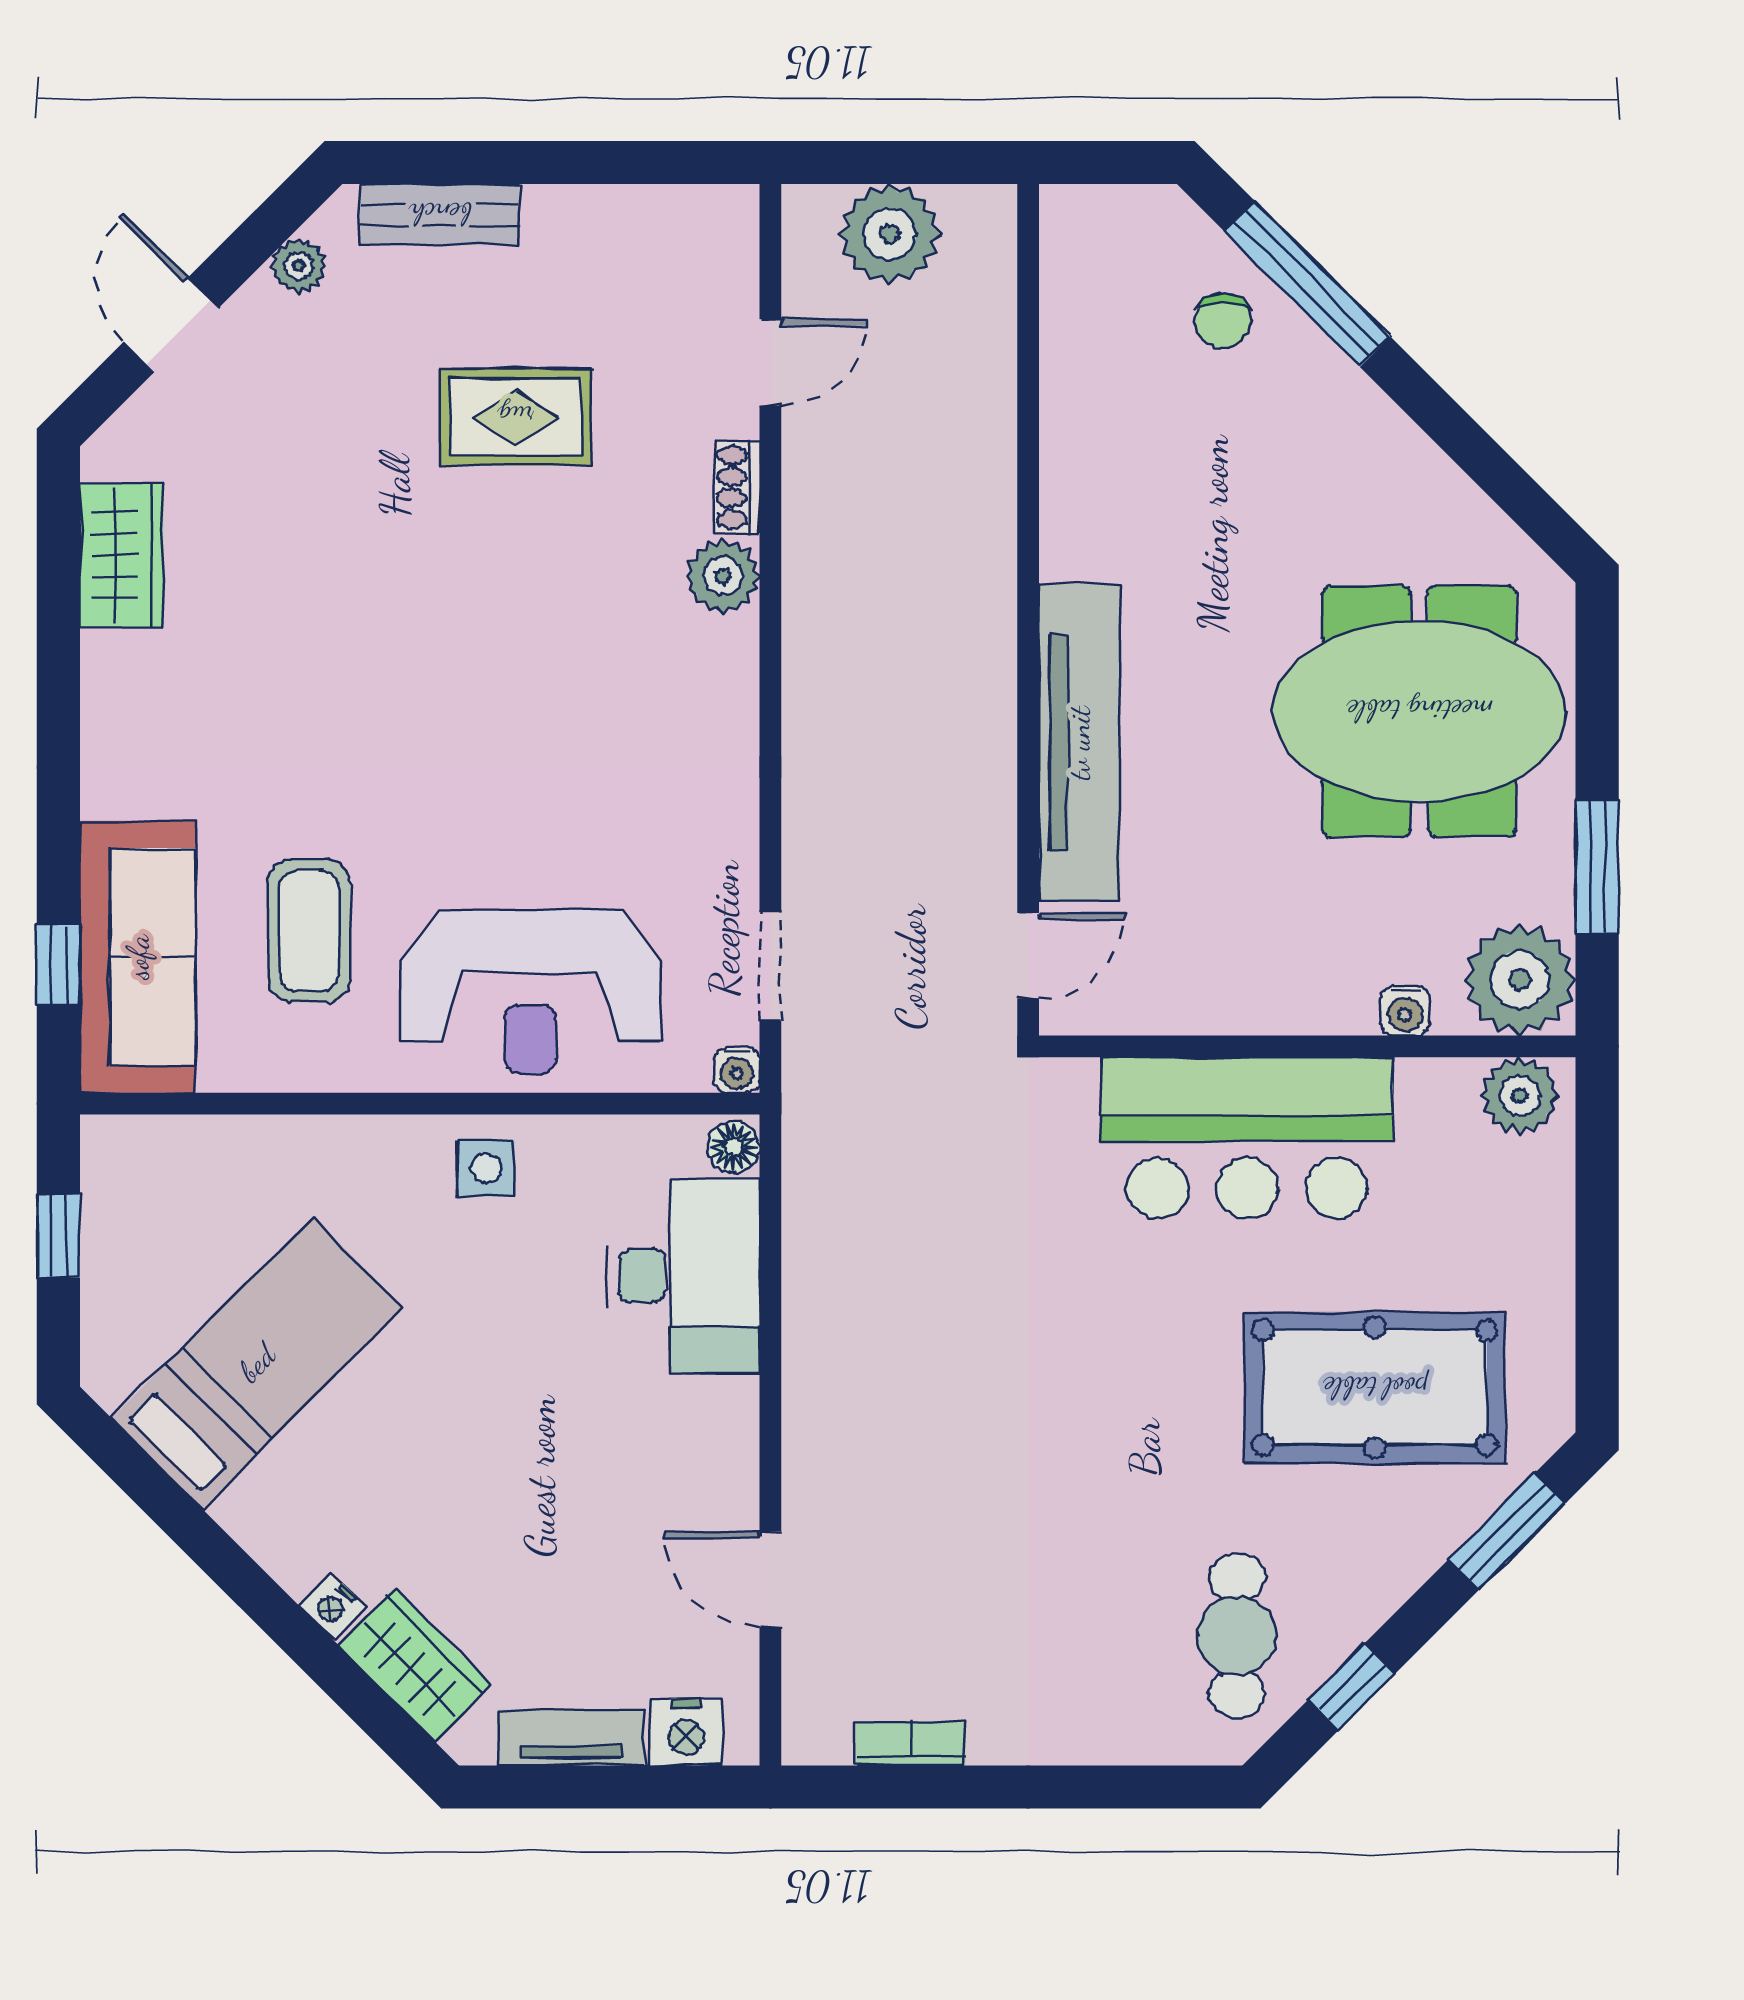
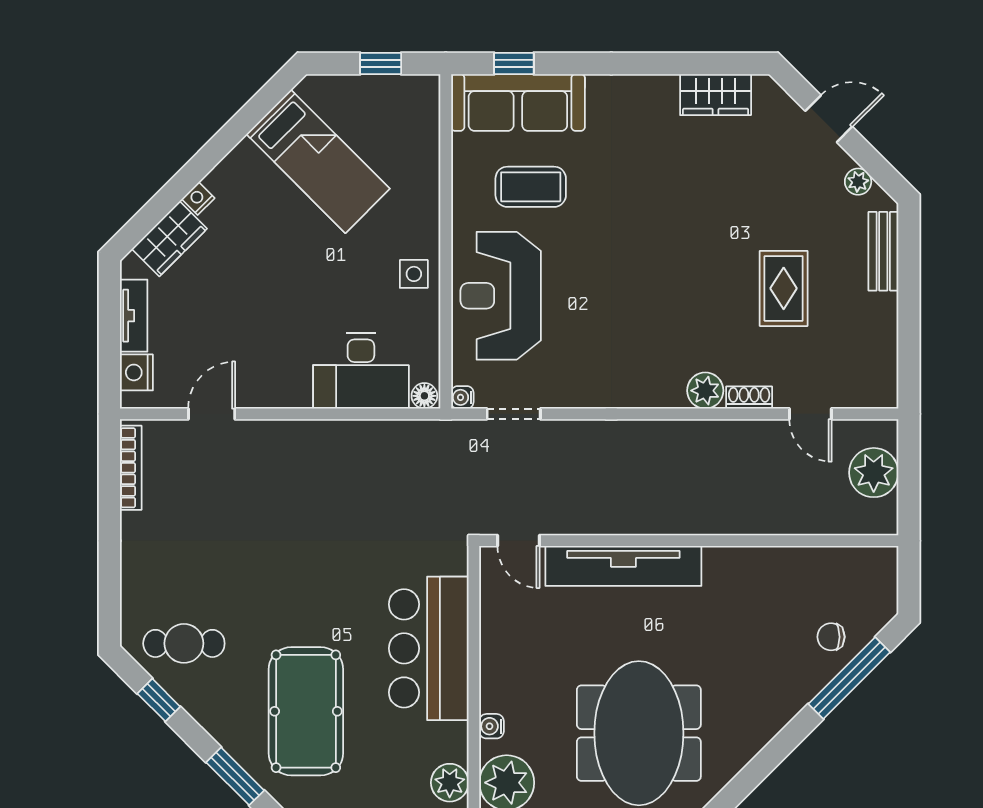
bookcase: (911, 1744) -> (131, 468), width x1.56

